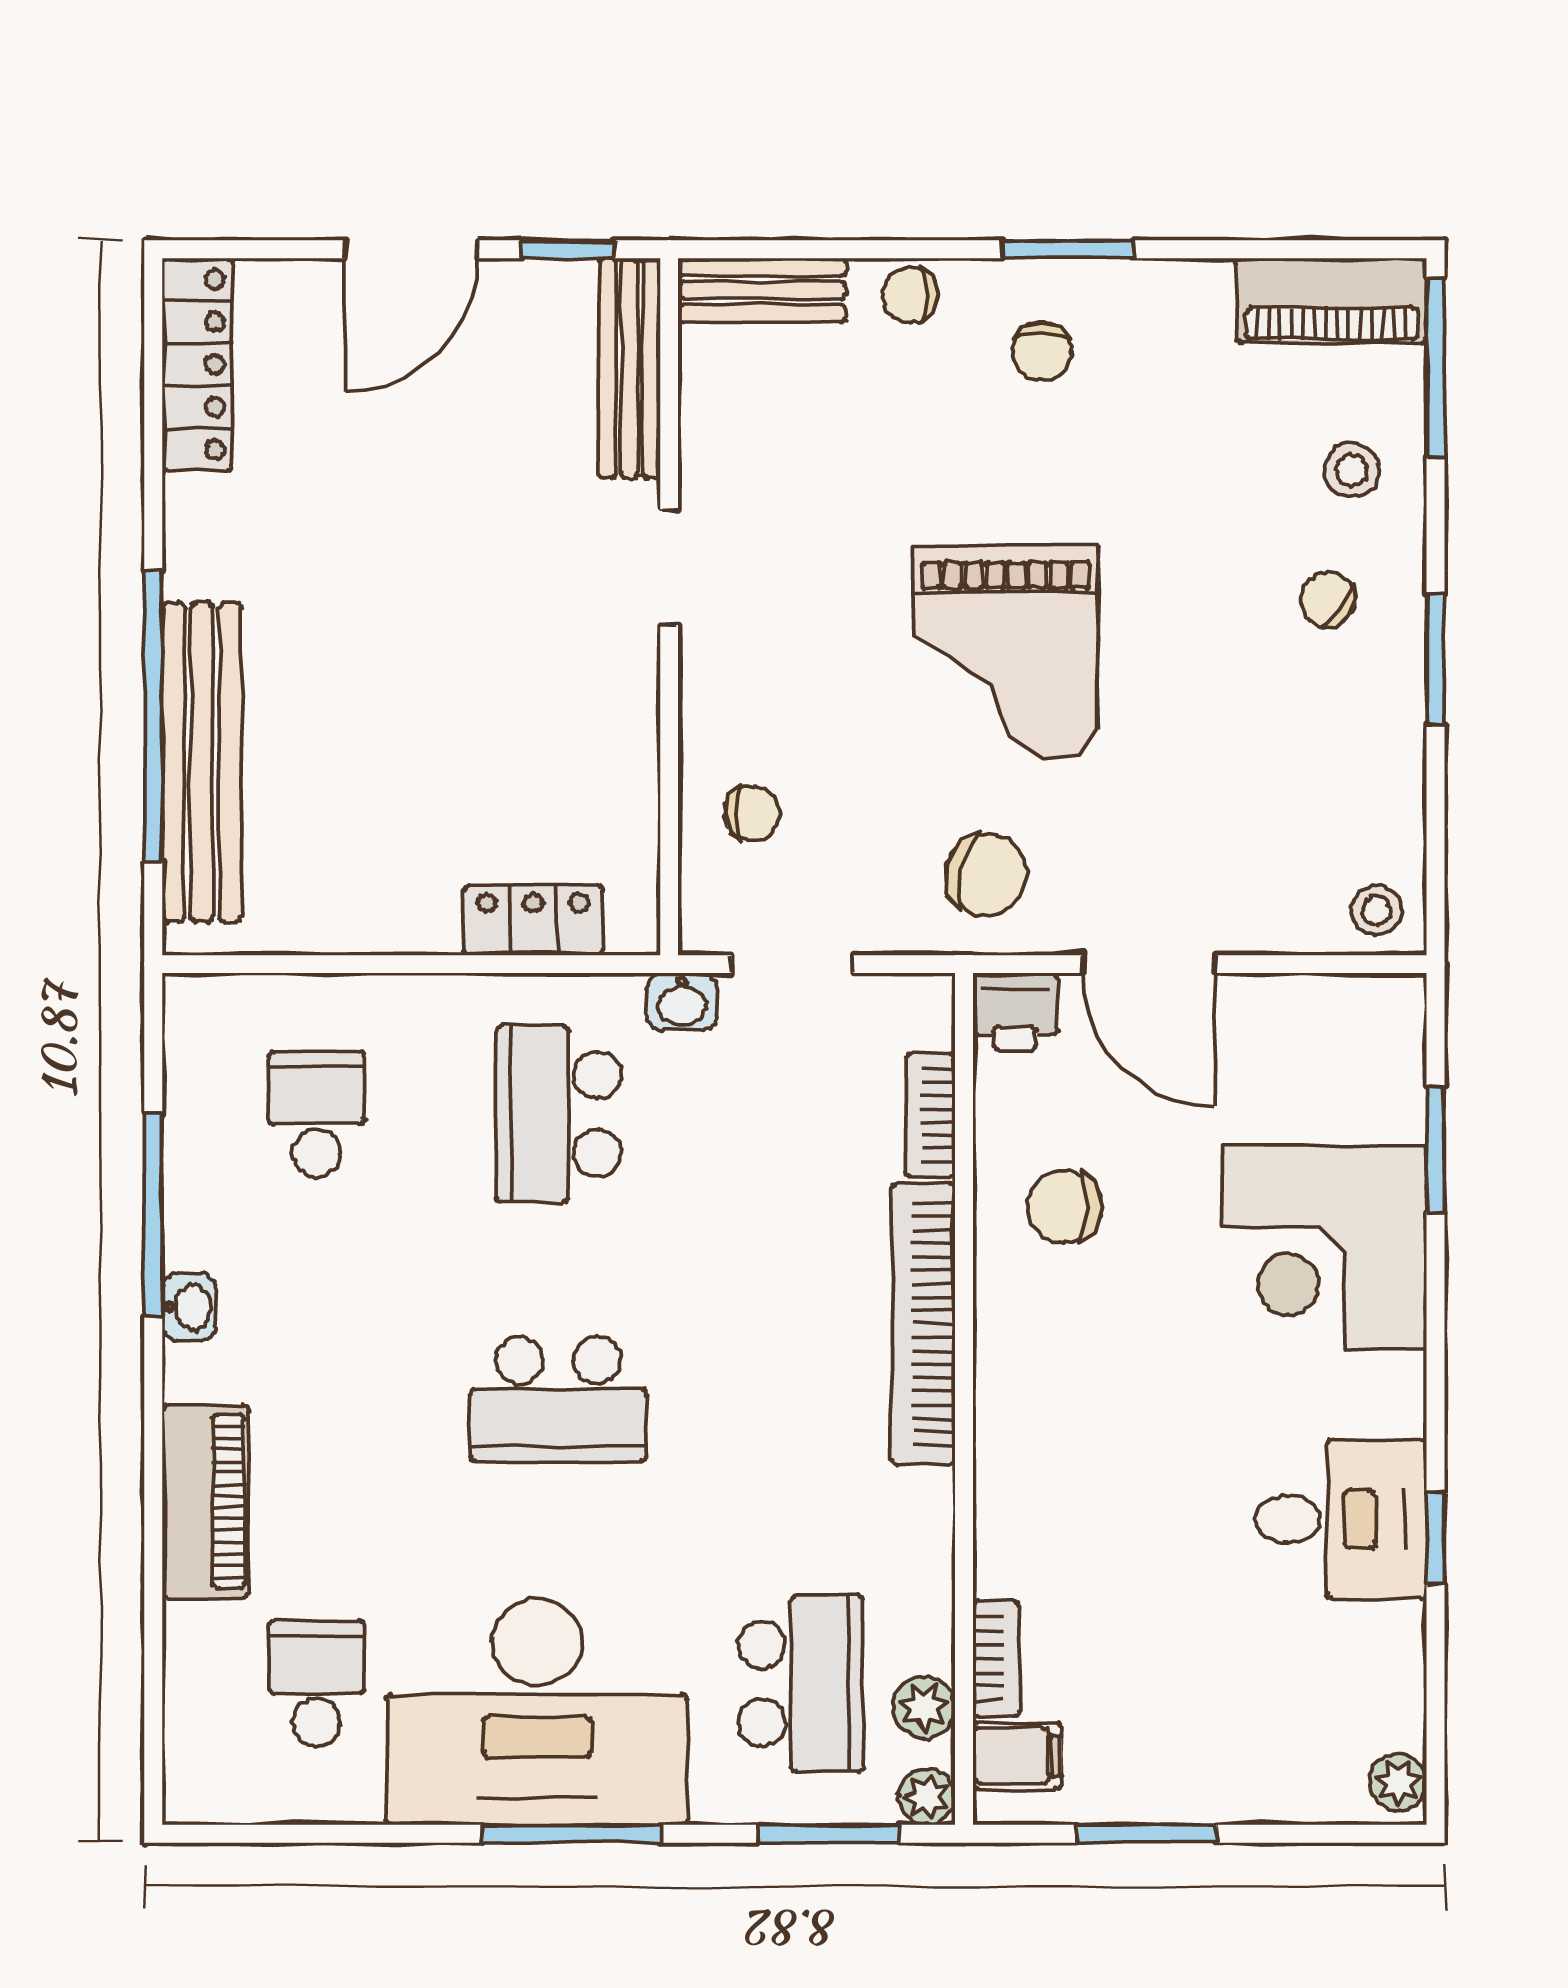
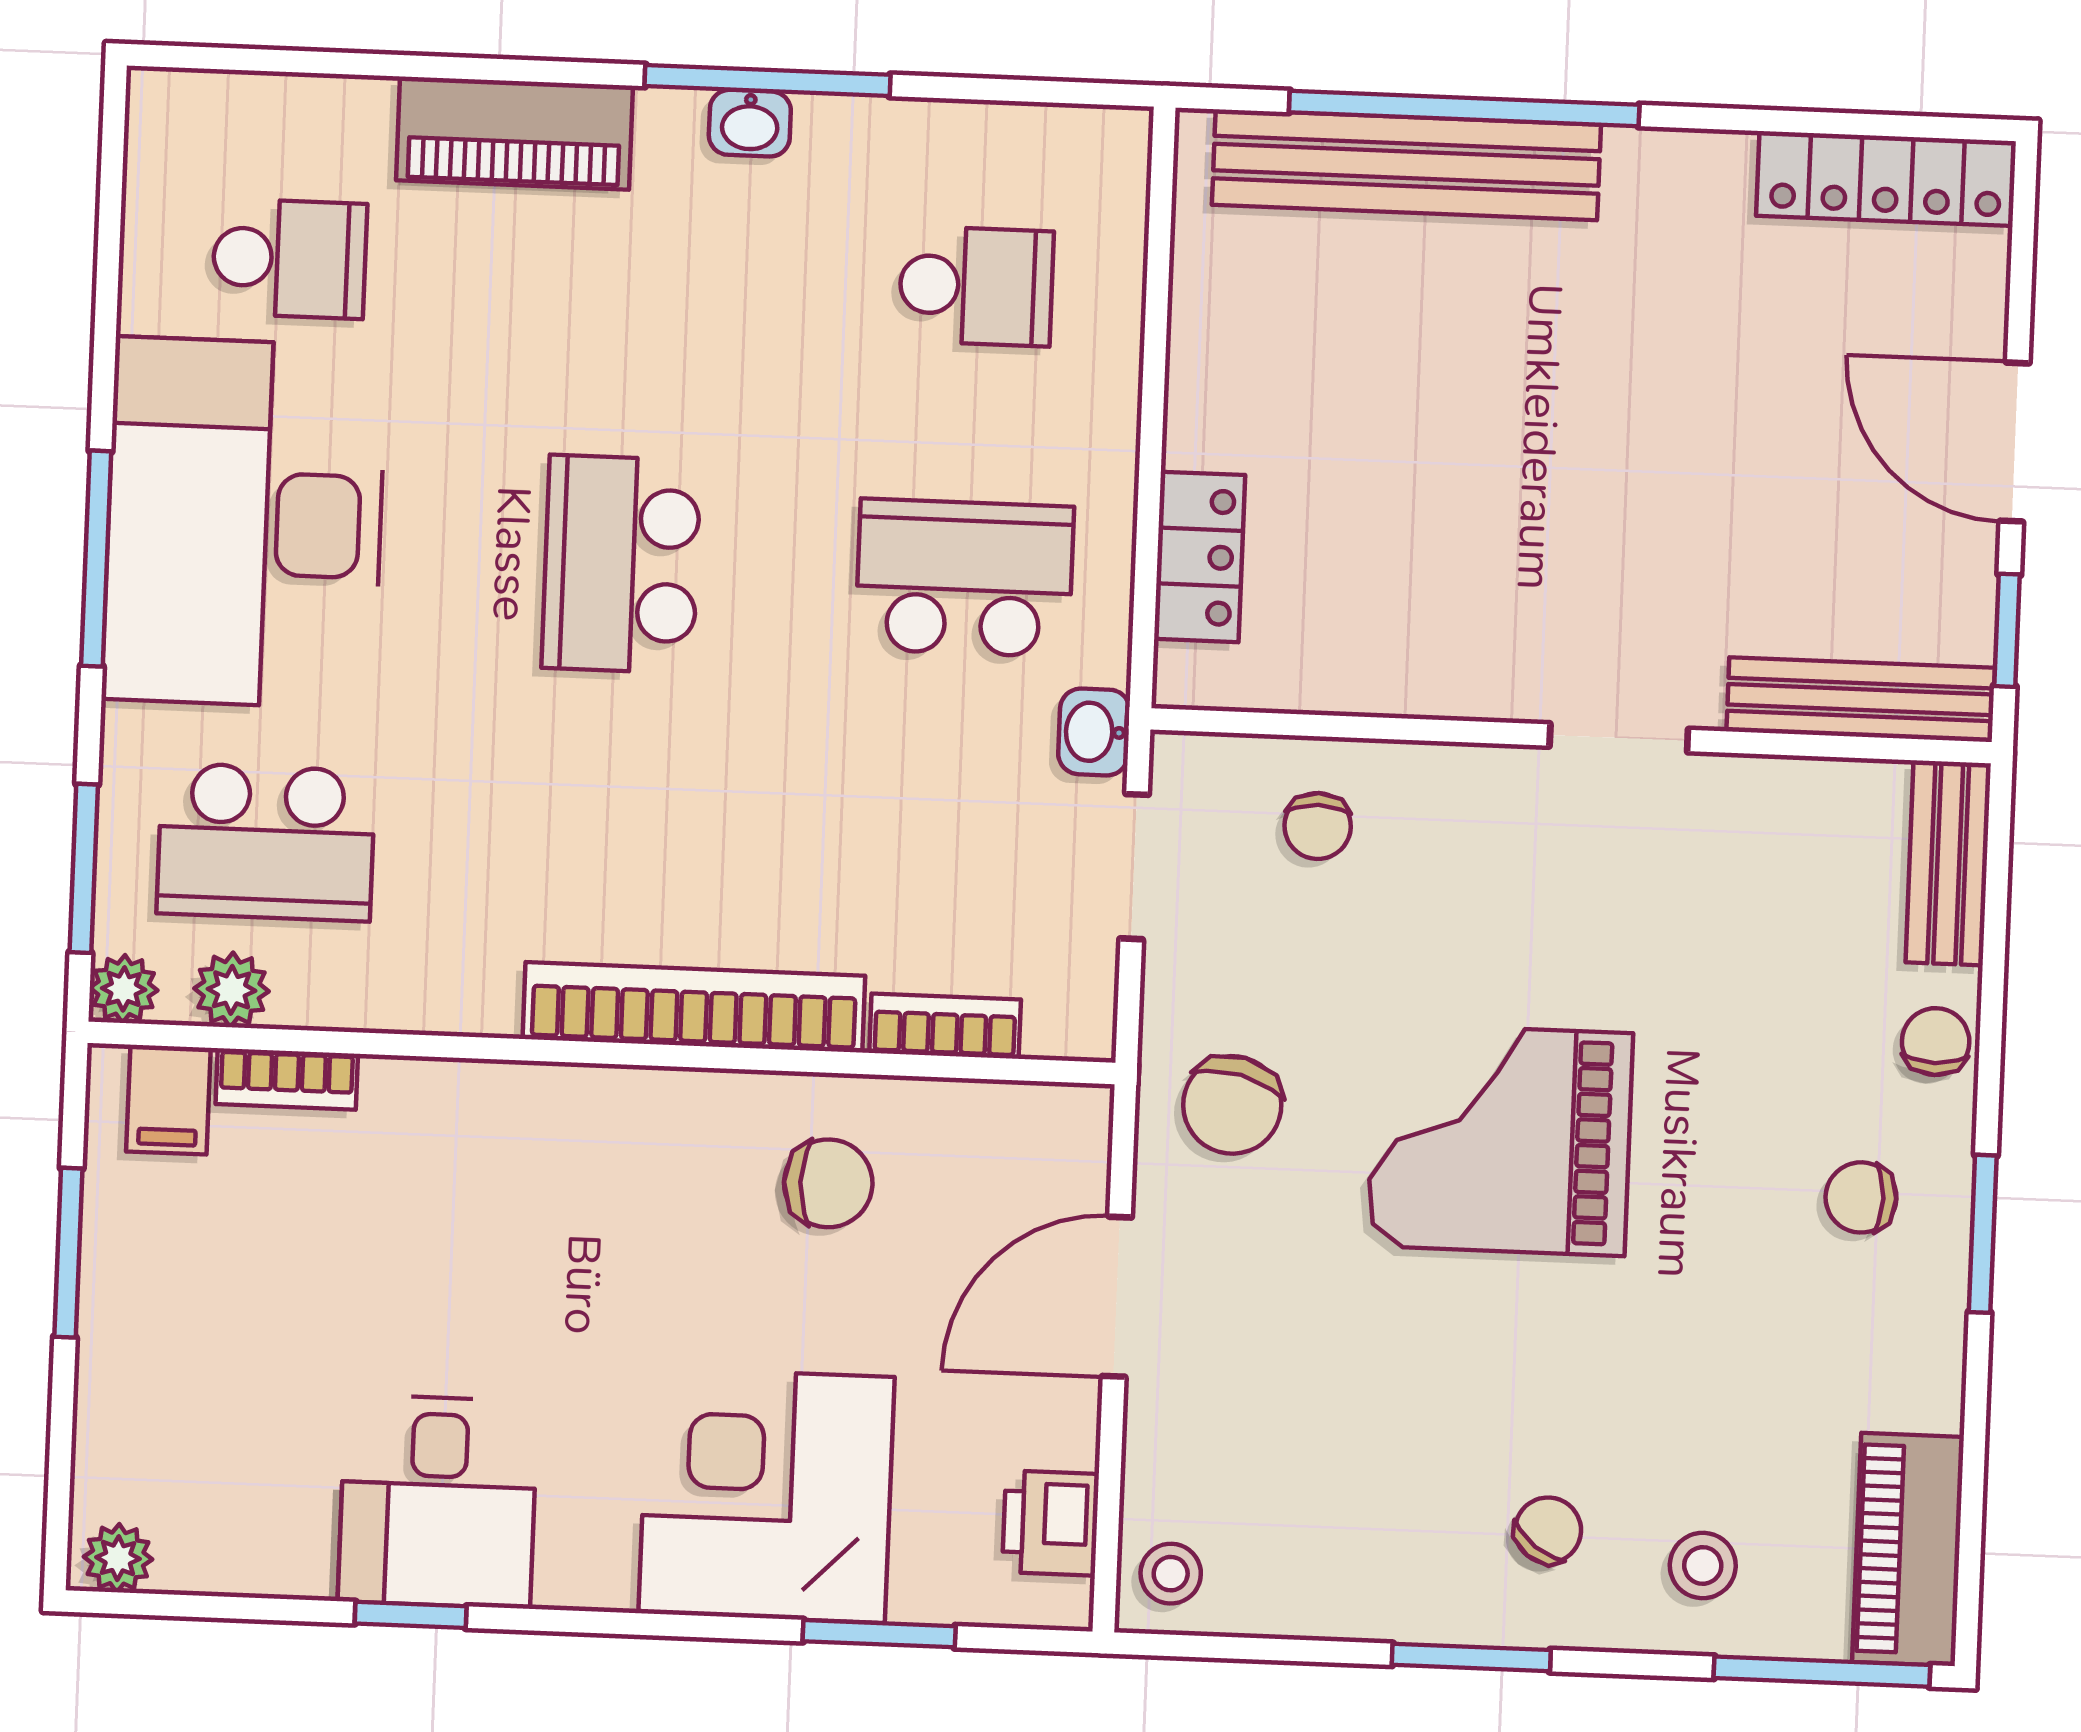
printer: (1015, 1011) -> (1051, 1523), moved
chair: (1064, 1207) -> (828, 1183), turned 90
window: (153, 1214) -> (767, 80), moved

